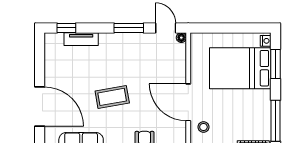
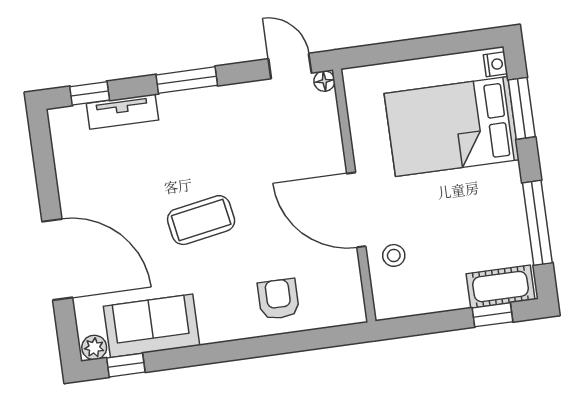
window: (129, 28) -> (187, 80), moved

